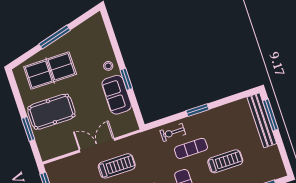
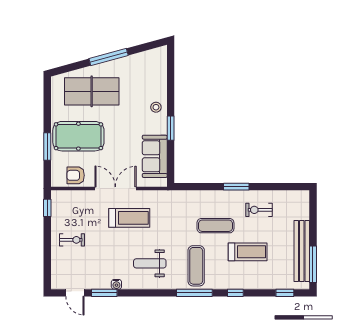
sofa: (117, 95) -> (155, 156), moved
window: (270, 115) -> (313, 264), moved
bench: (262, 120) -> (302, 251), moved
exercise bike: (173, 132) -> (259, 210), moved
armchair: (60, 145) -> (76, 175), added

